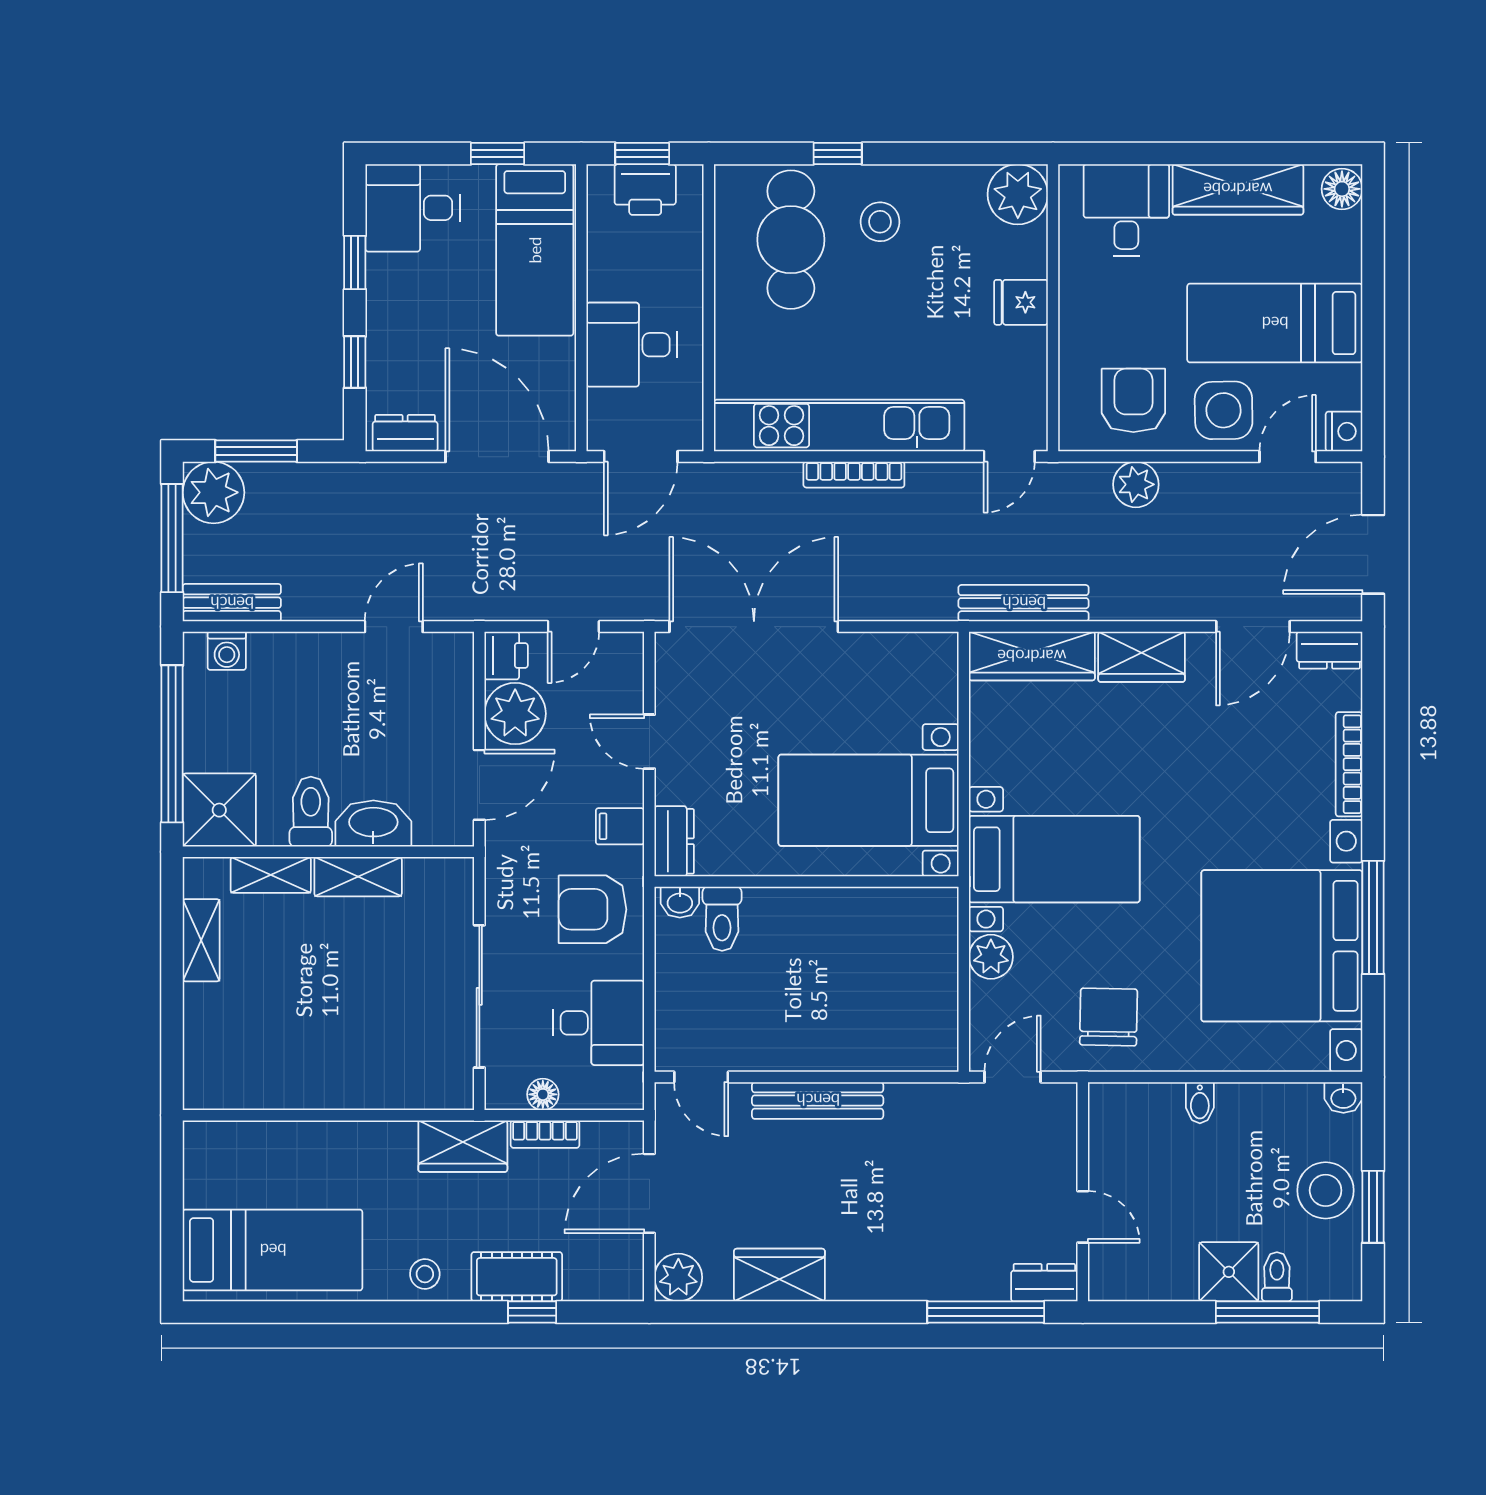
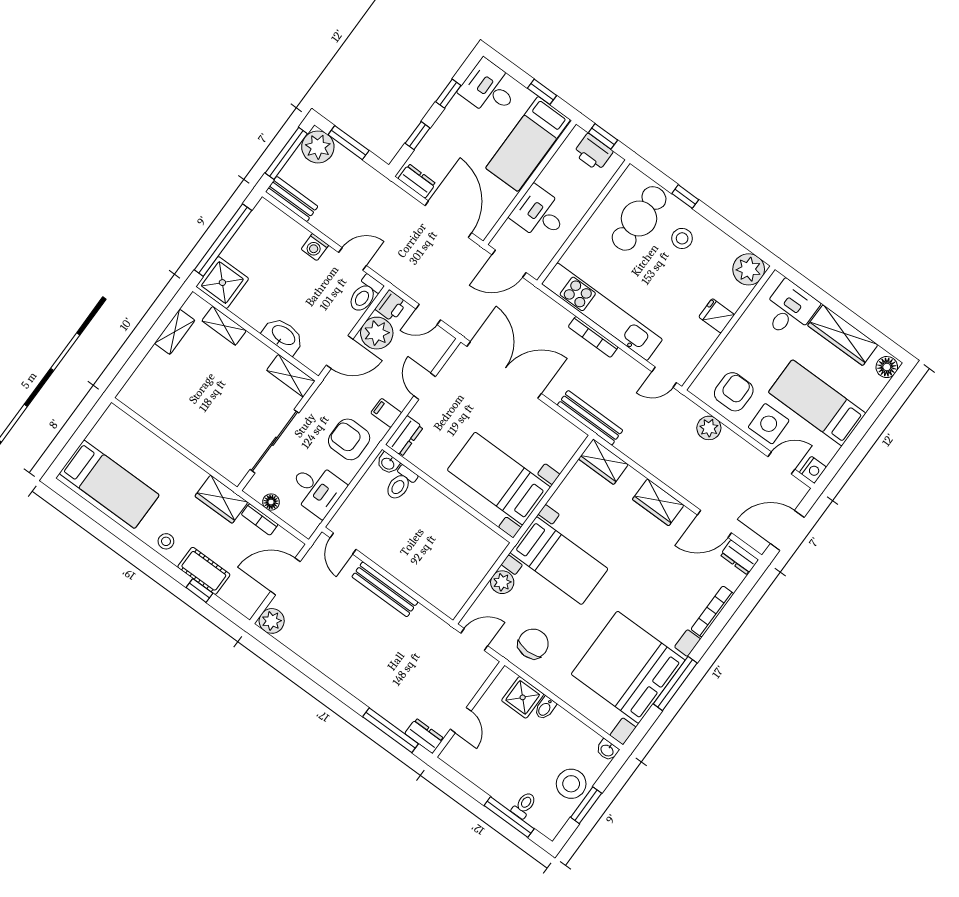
bench: (1024, 603) -> (590, 418), moved
washing machine: (227, 651) -> (315, 247), moved
wardrobe: (1032, 656) -> (603, 462), width x0.67
toilet: (311, 812) -> (365, 294), moved, turned 180
shelving: (358, 877) -> (291, 376), moved
shower: (1229, 1272) -> (523, 697), moved
wardrobe: (779, 1275) -> (315, 651), removed

